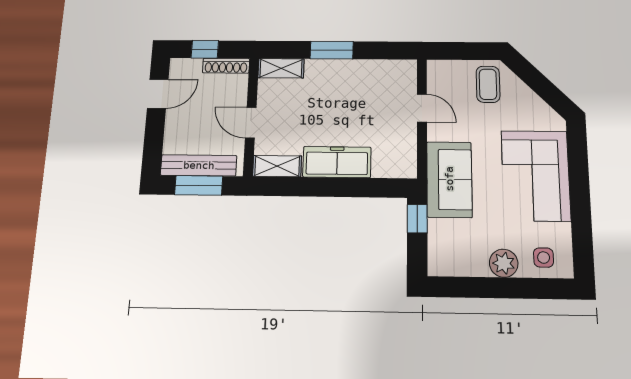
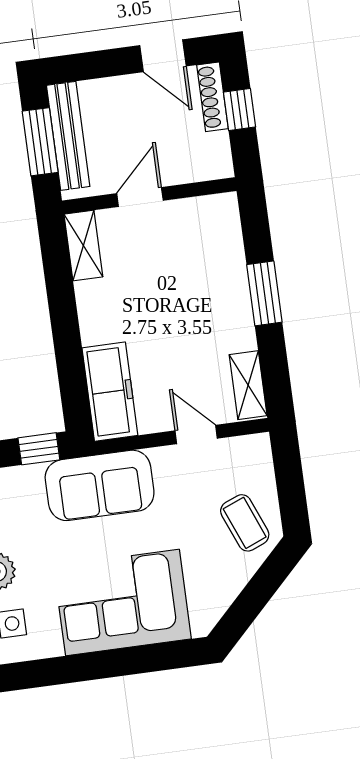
shoe rack: (226, 66) -> (212, 97), moved
shelving: (281, 68) -> (248, 385), moved
coffee table: (488, 84) -> (245, 523), turned 68
door: (422, 108) -> (196, 434), swing flipped
freezer: (337, 162) -> (110, 392), moved

